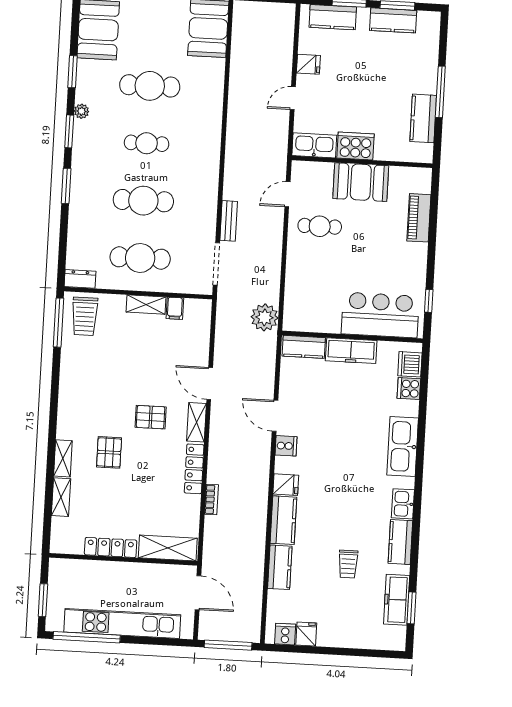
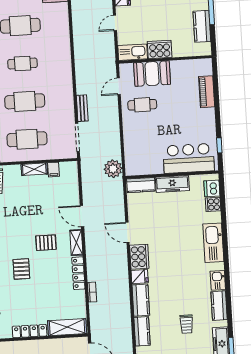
booth: (361, 182) -> (152, 74), moved
cooker: (286, 446) -> (139, 257), width x1.87, depth x1.31

